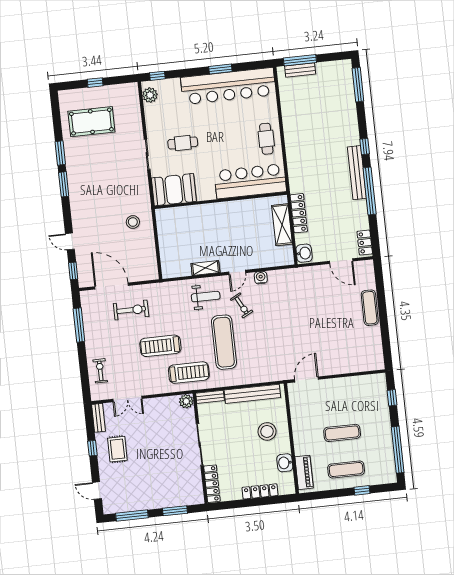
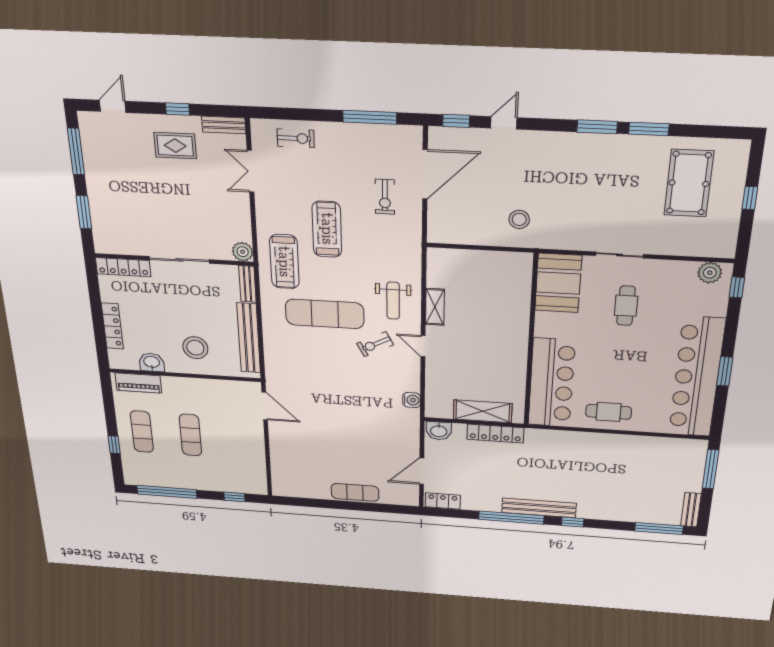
bench: (300, 70) -> (691, 510), moved
water cooler: (261, 278) -> (412, 400), moved
exercise bike: (131, 310) -> (385, 197), width x0.73, depth x0.72

